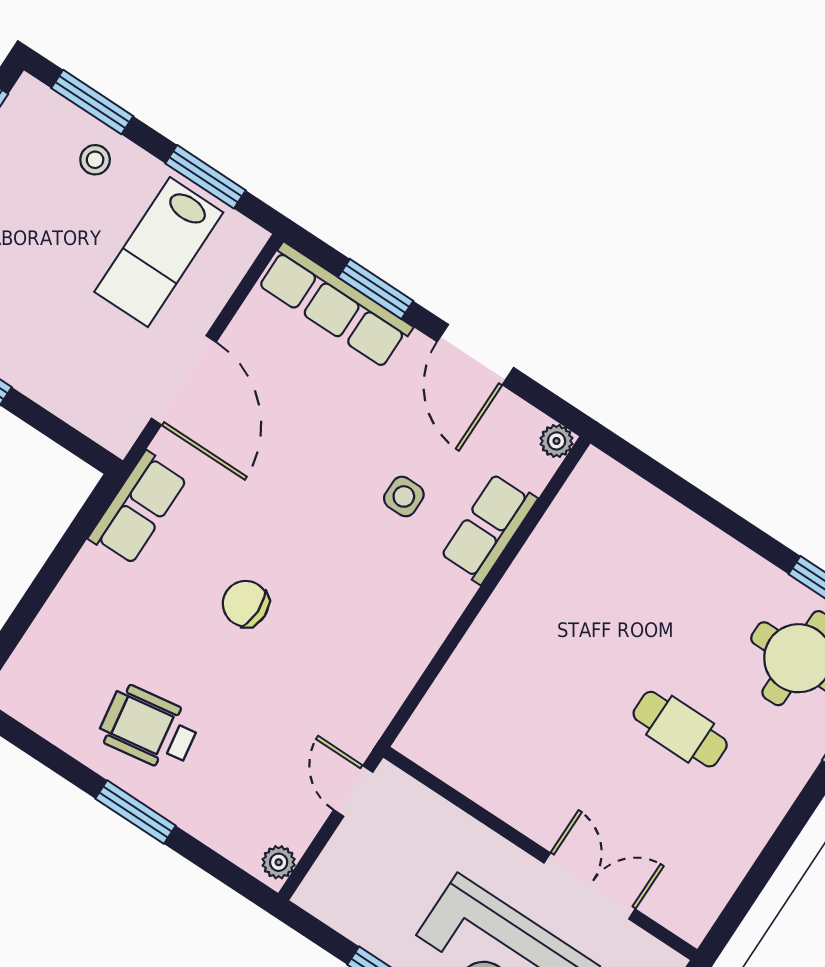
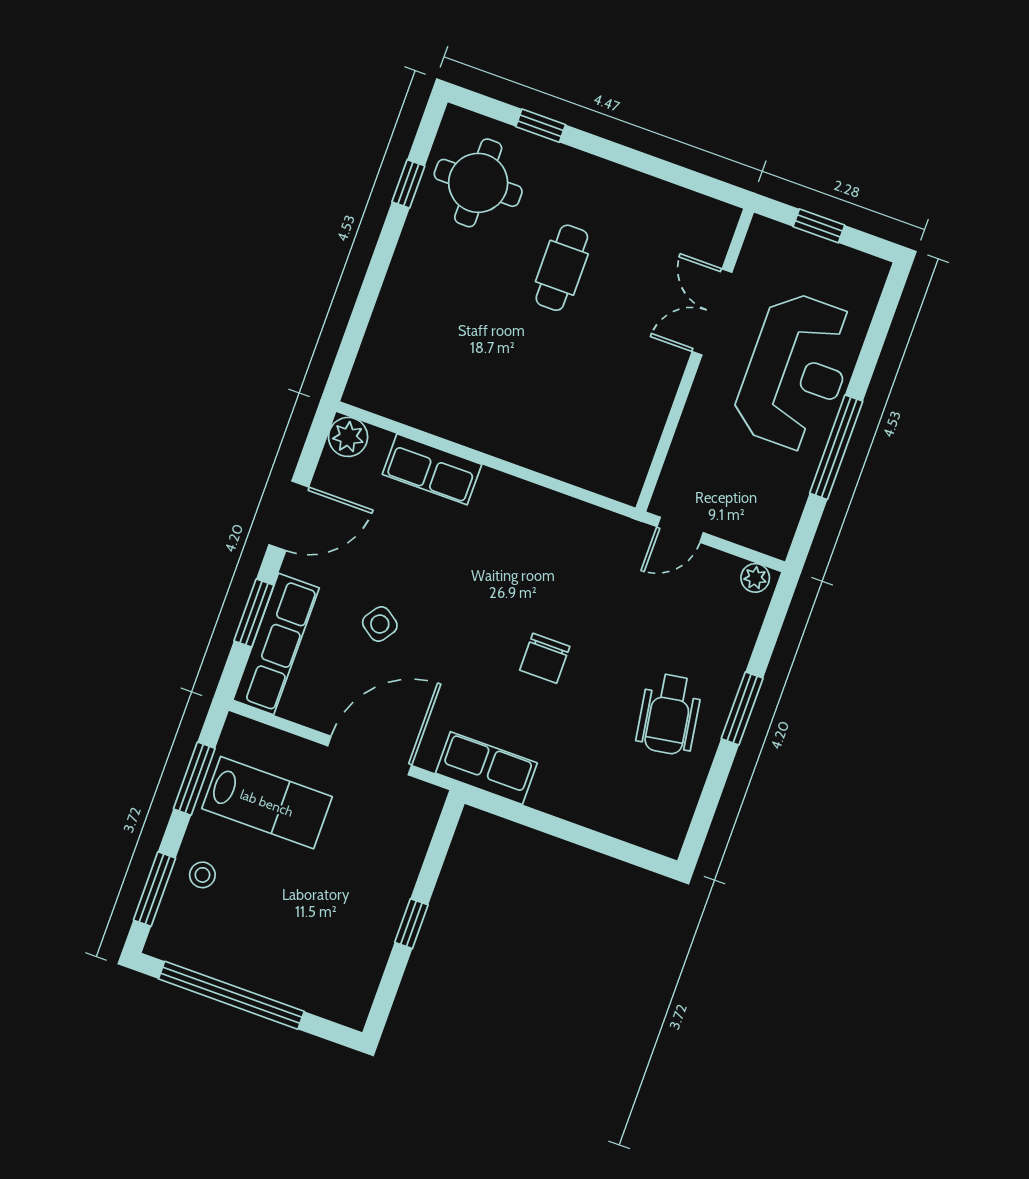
plant: (557, 441) -> (348, 437), width x1.38, depth x1.38
side table: (404, 496) -> (380, 624), moved, turned 35

